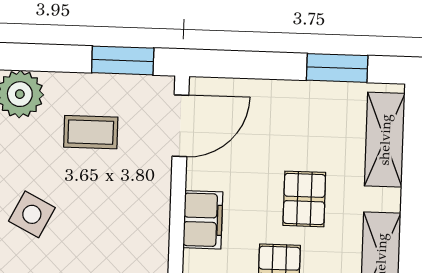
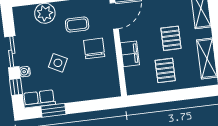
chair: (122, 194) -> (94, 48), added

